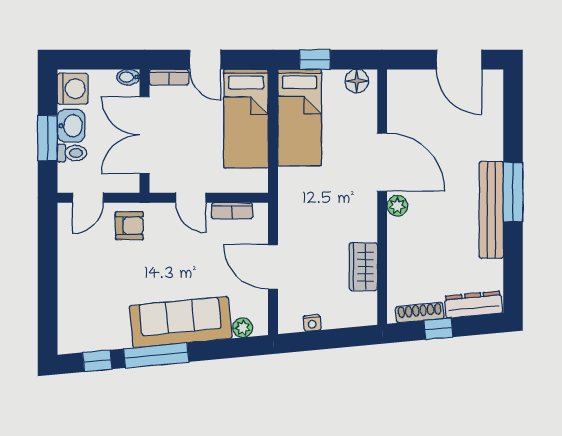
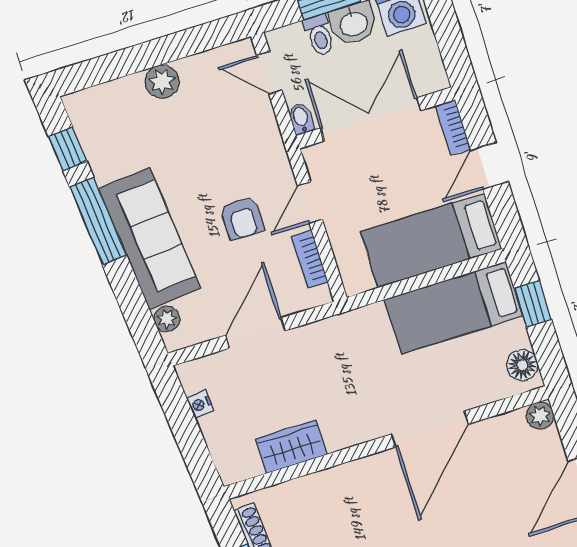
bidet: (128, 77) -> (301, 119), moved
plant: (397, 206) -> (540, 416), moved
armchair: (129, 226) -> (242, 218), moved
plant: (70, 277) -> (162, 82), added

